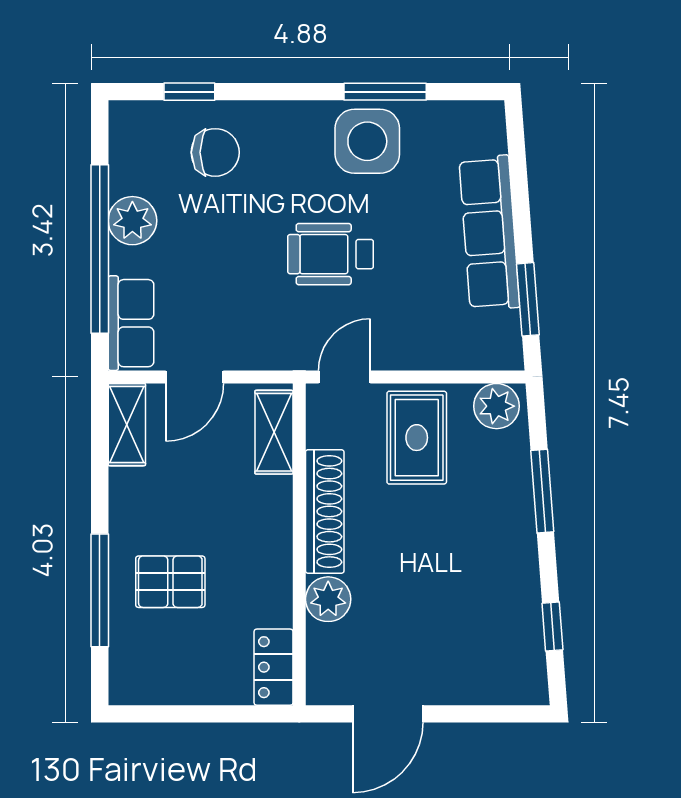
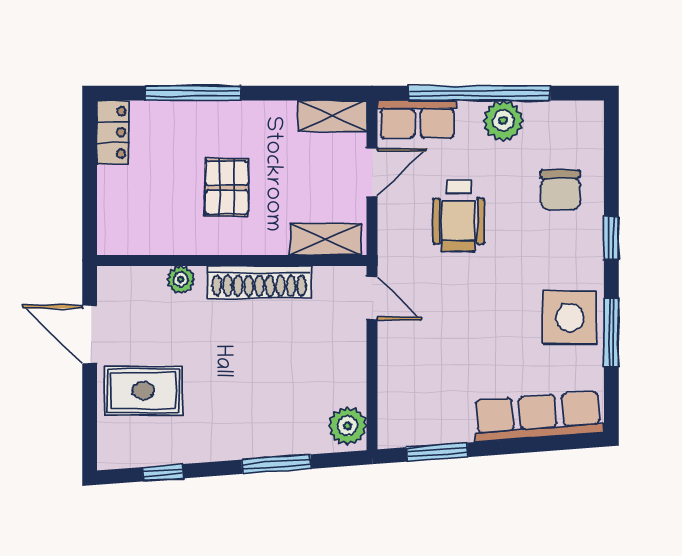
window: (189, 92) -> (611, 238), moved
row of seats: (489, 233) -> (538, 416), moved
wheelchair: (331, 254) -> (459, 215), moved, turned 180
door: (195, 377) -> (372, 173), swing flipped
rug: (417, 438) -> (143, 390), moved
pallet: (170, 582) -> (227, 188), moved
plant: (328, 599) -> (181, 280), width x0.73, depth x0.73
locker: (274, 667) -> (113, 132), moved, turned 90

